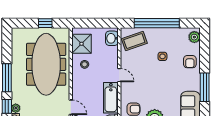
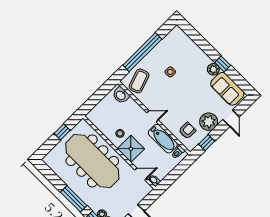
plant: (194, 37) -> (213, 69), moved
shower: (82, 44) -> (131, 149), moved
armchair: (190, 62) -> (194, 56), removed
window: (205, 87) -> (223, 64), width x0.46

